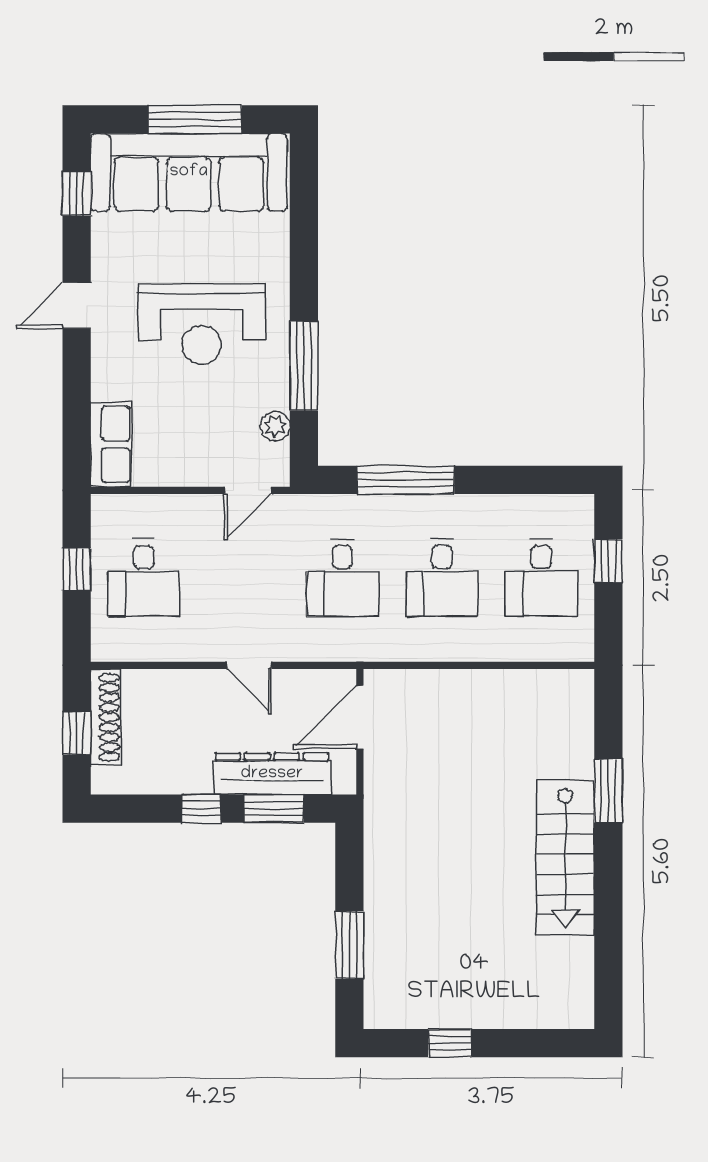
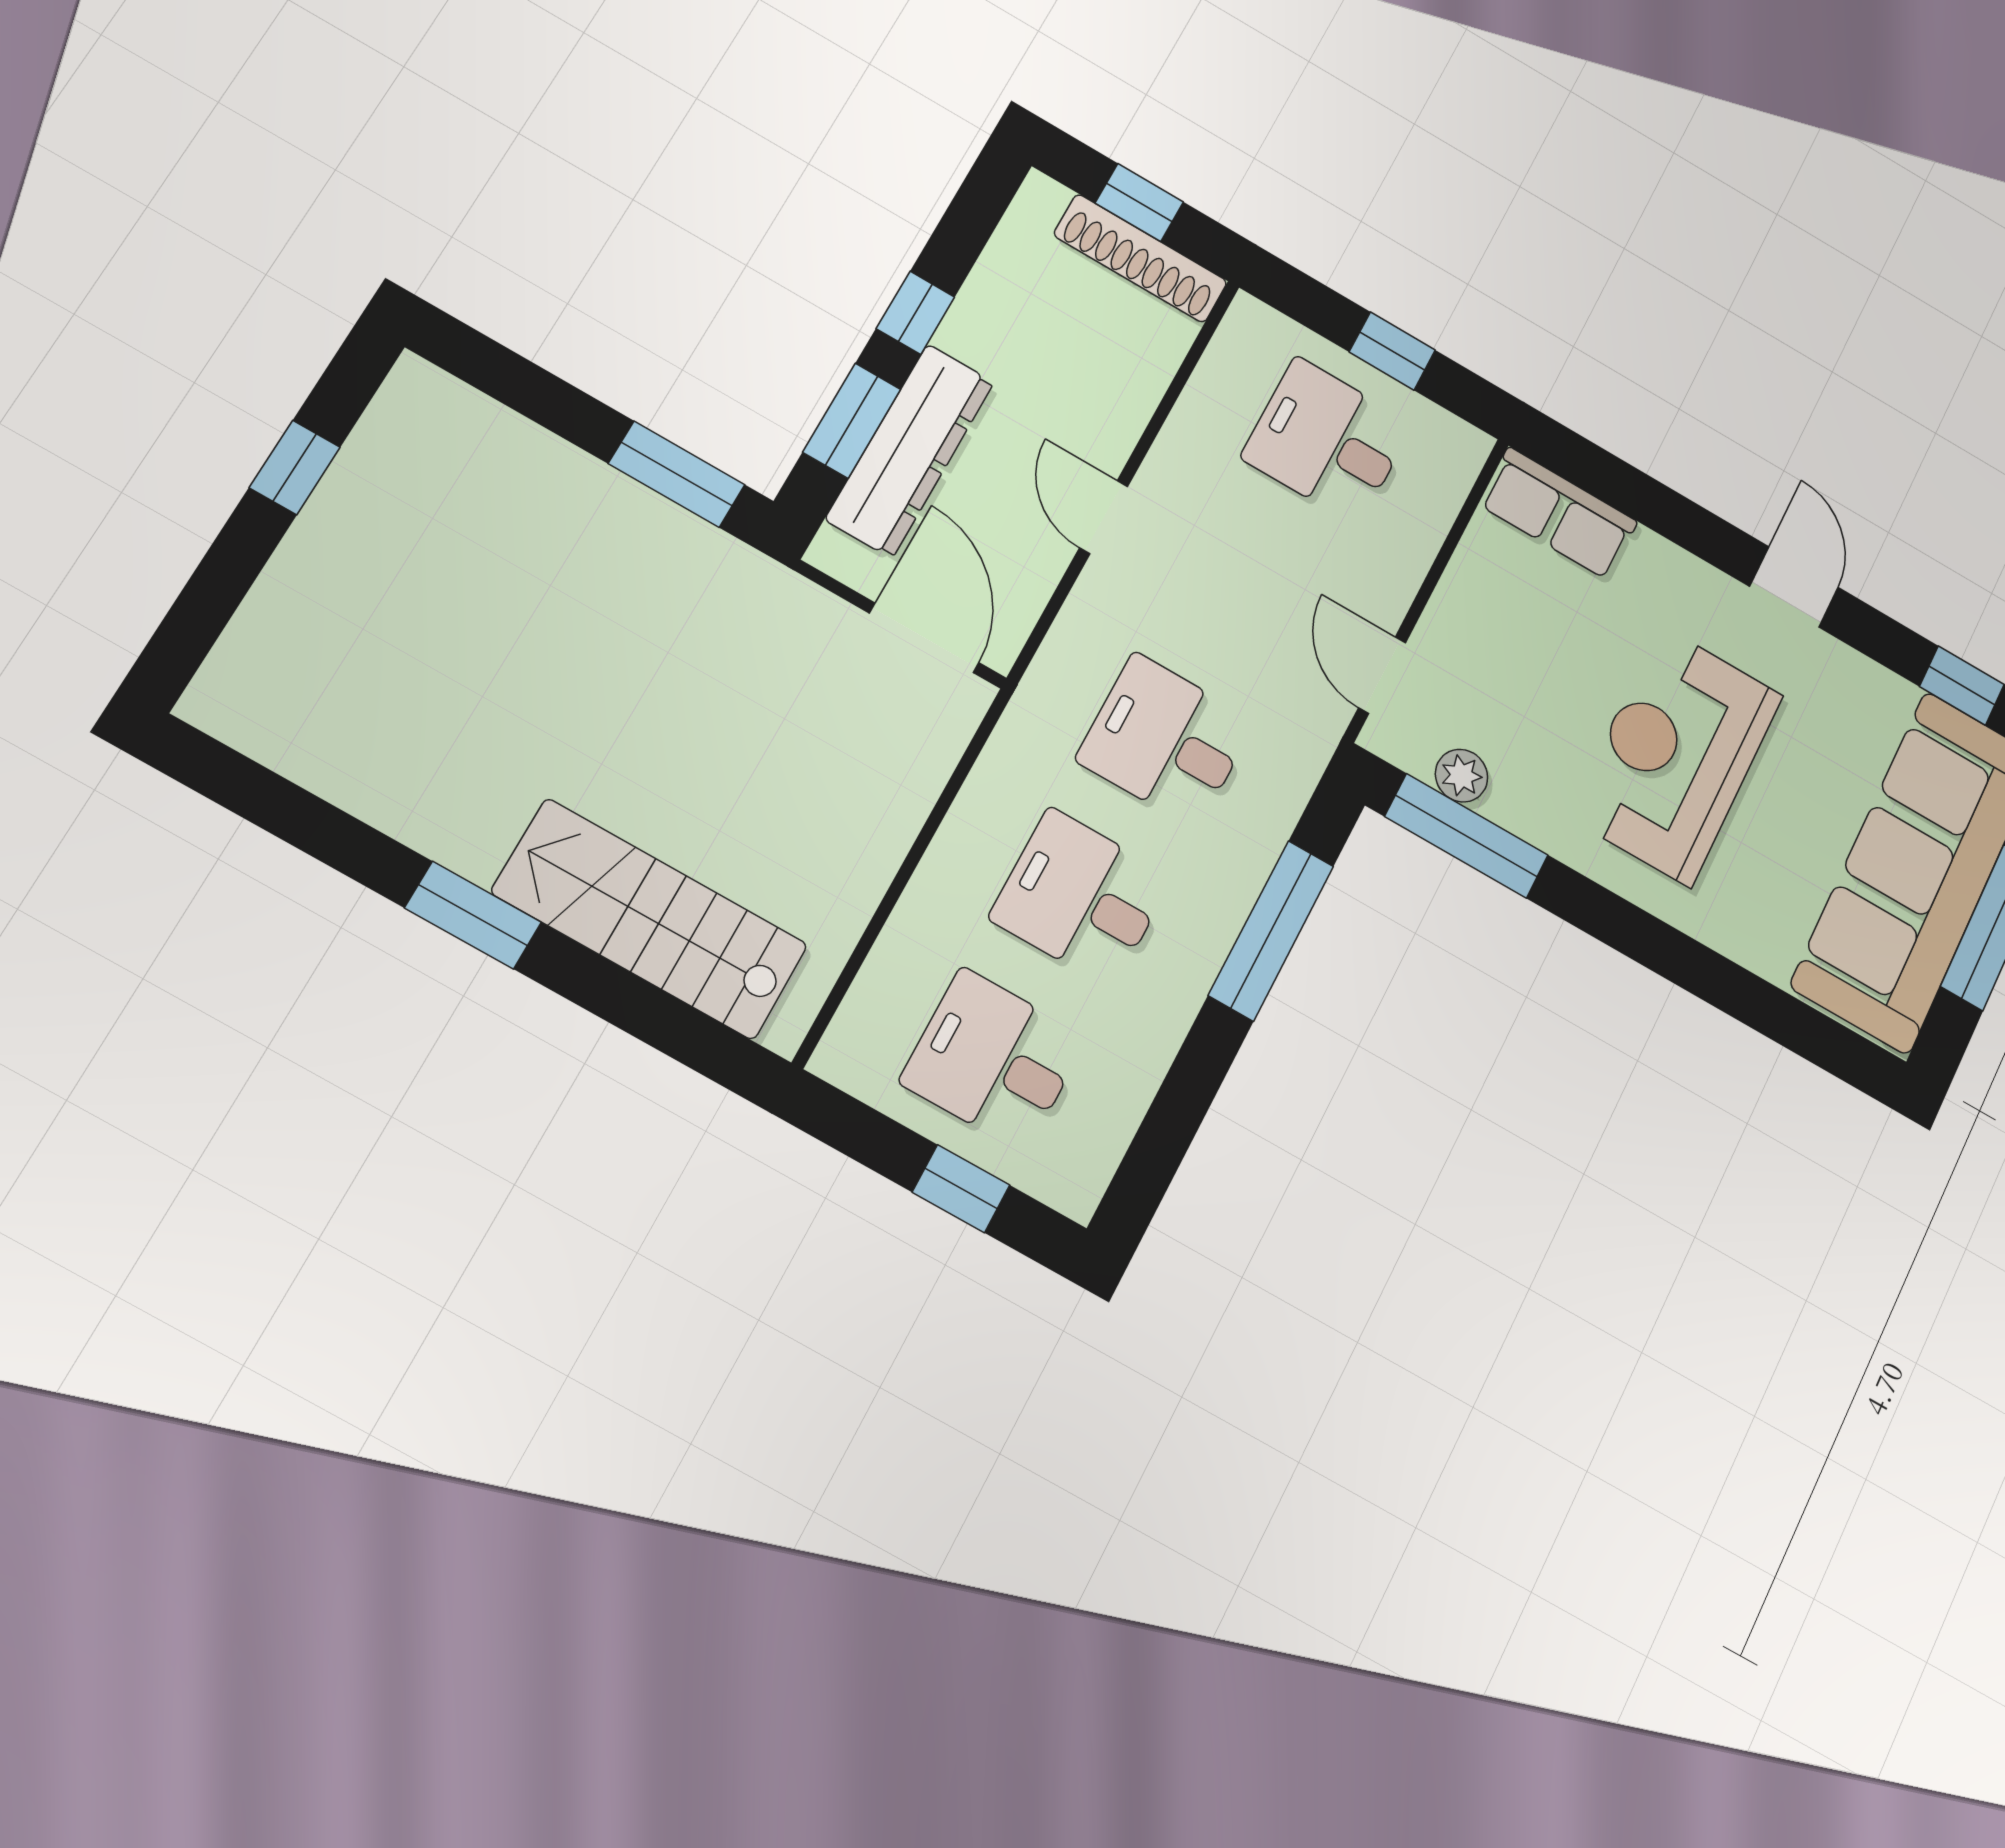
window: (304, 366) -> (1466, 836), moved
door: (249, 665) -> (1104, 517), hinge flipped
window: (608, 791) -> (473, 915), moved
stairs: (565, 858) -> (650, 919), moved
window: (349, 945) -> (677, 474), moved

